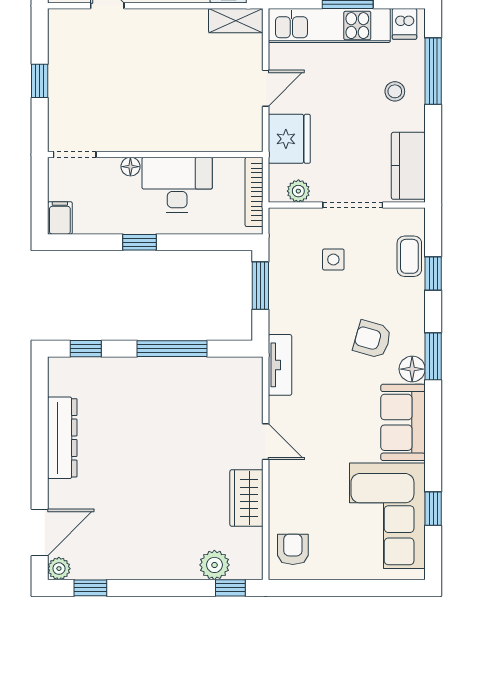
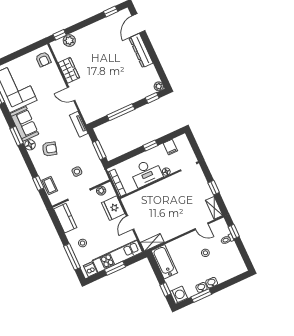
shelving: (59, 35) -> (214, 208), added
filing cabinet: (60, 218) -> (170, 147), moved
window: (433, 356) -> (17, 136), moved
dresser: (62, 438) -> (141, 51), moved
plant: (59, 569) -> (159, 86), moved

